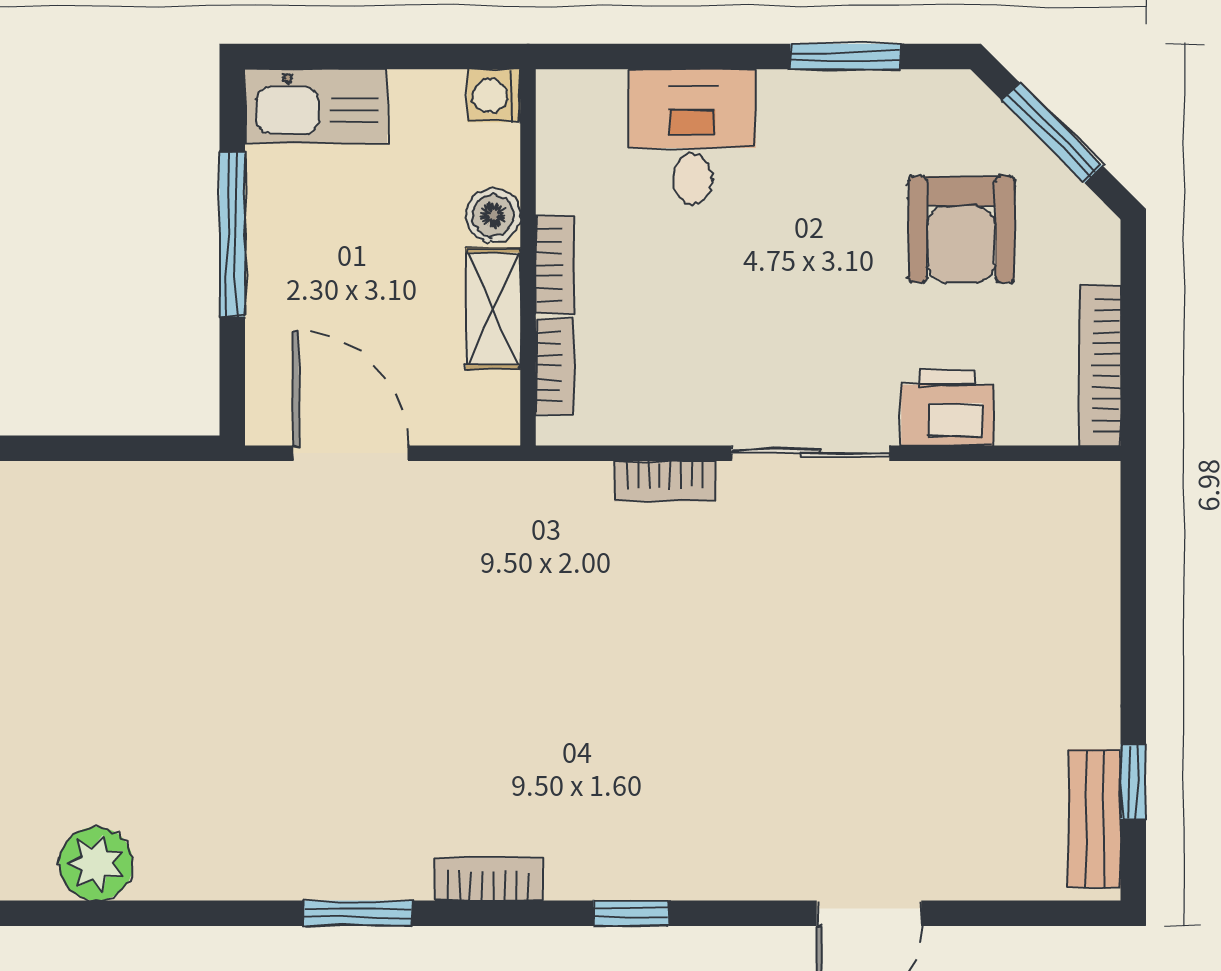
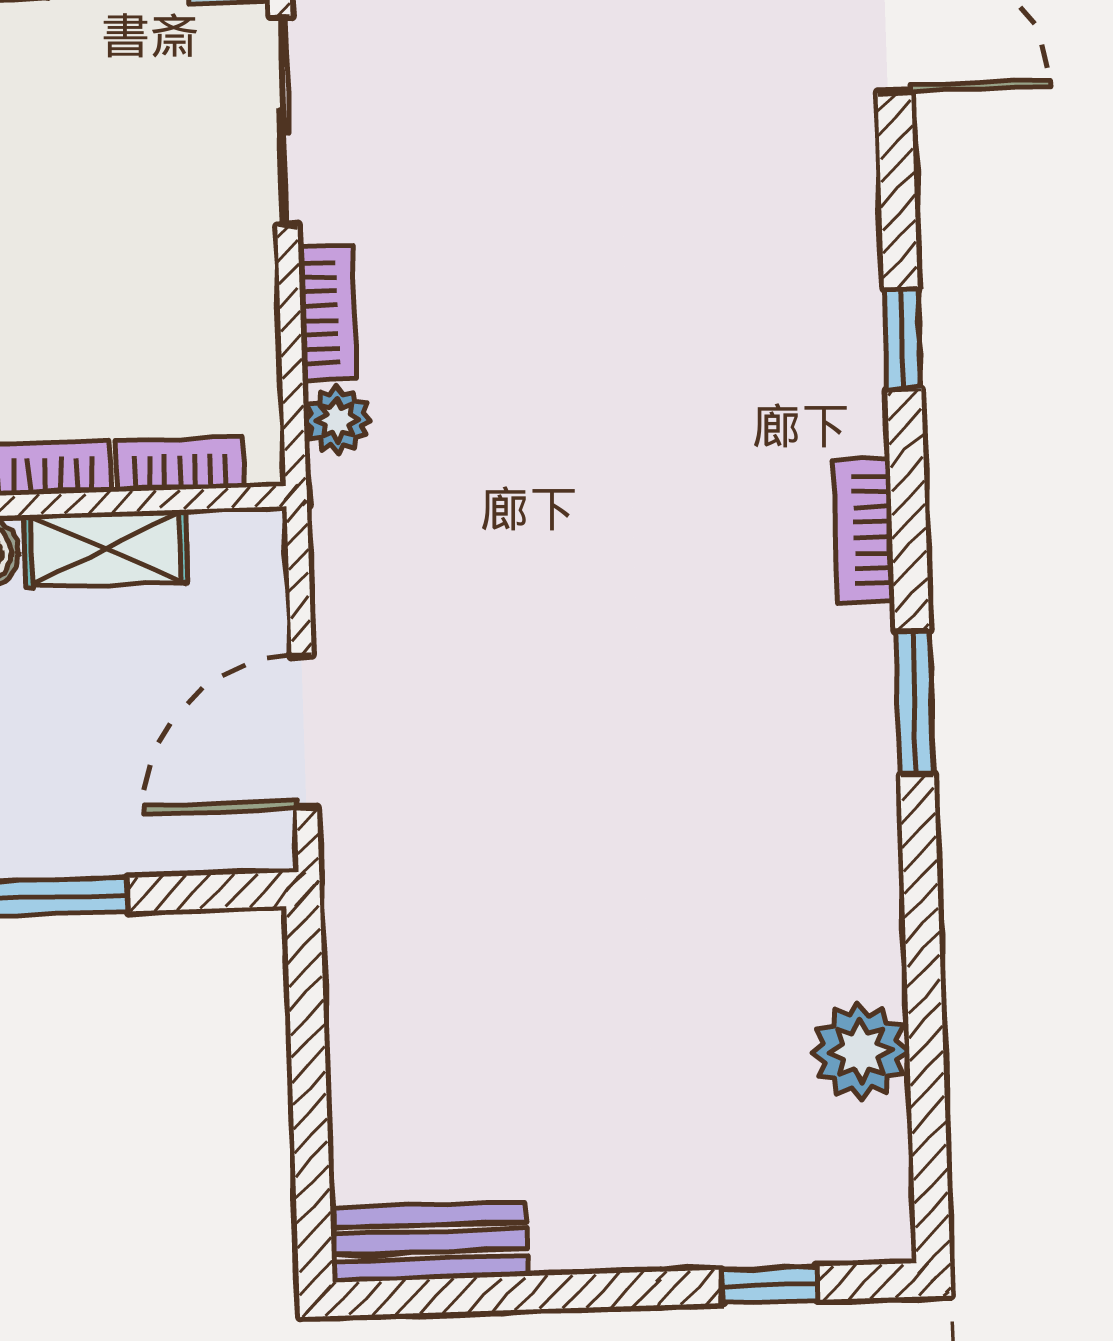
plant: (584, 486) -> (337, 420), added

